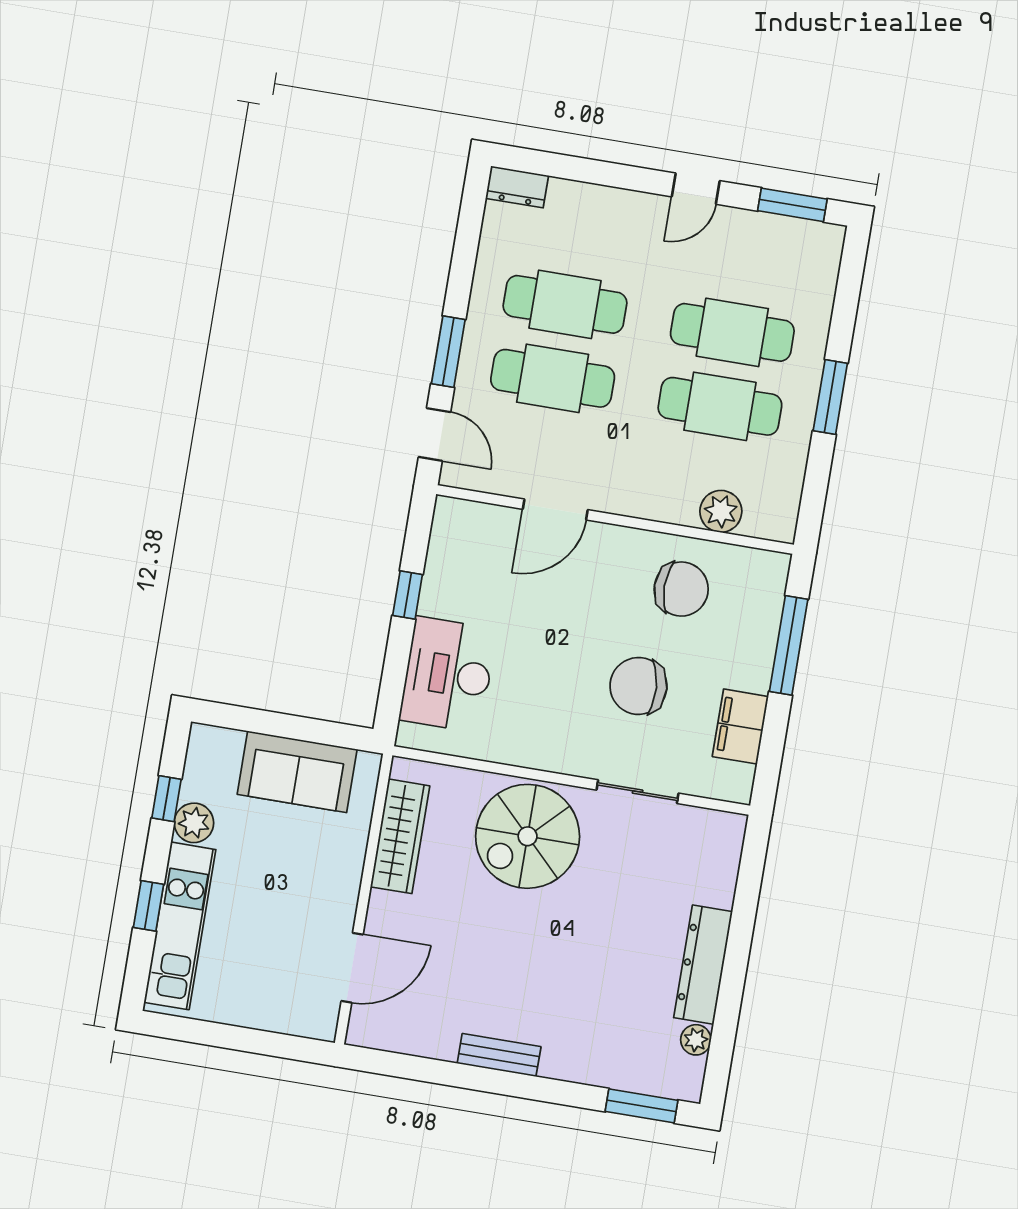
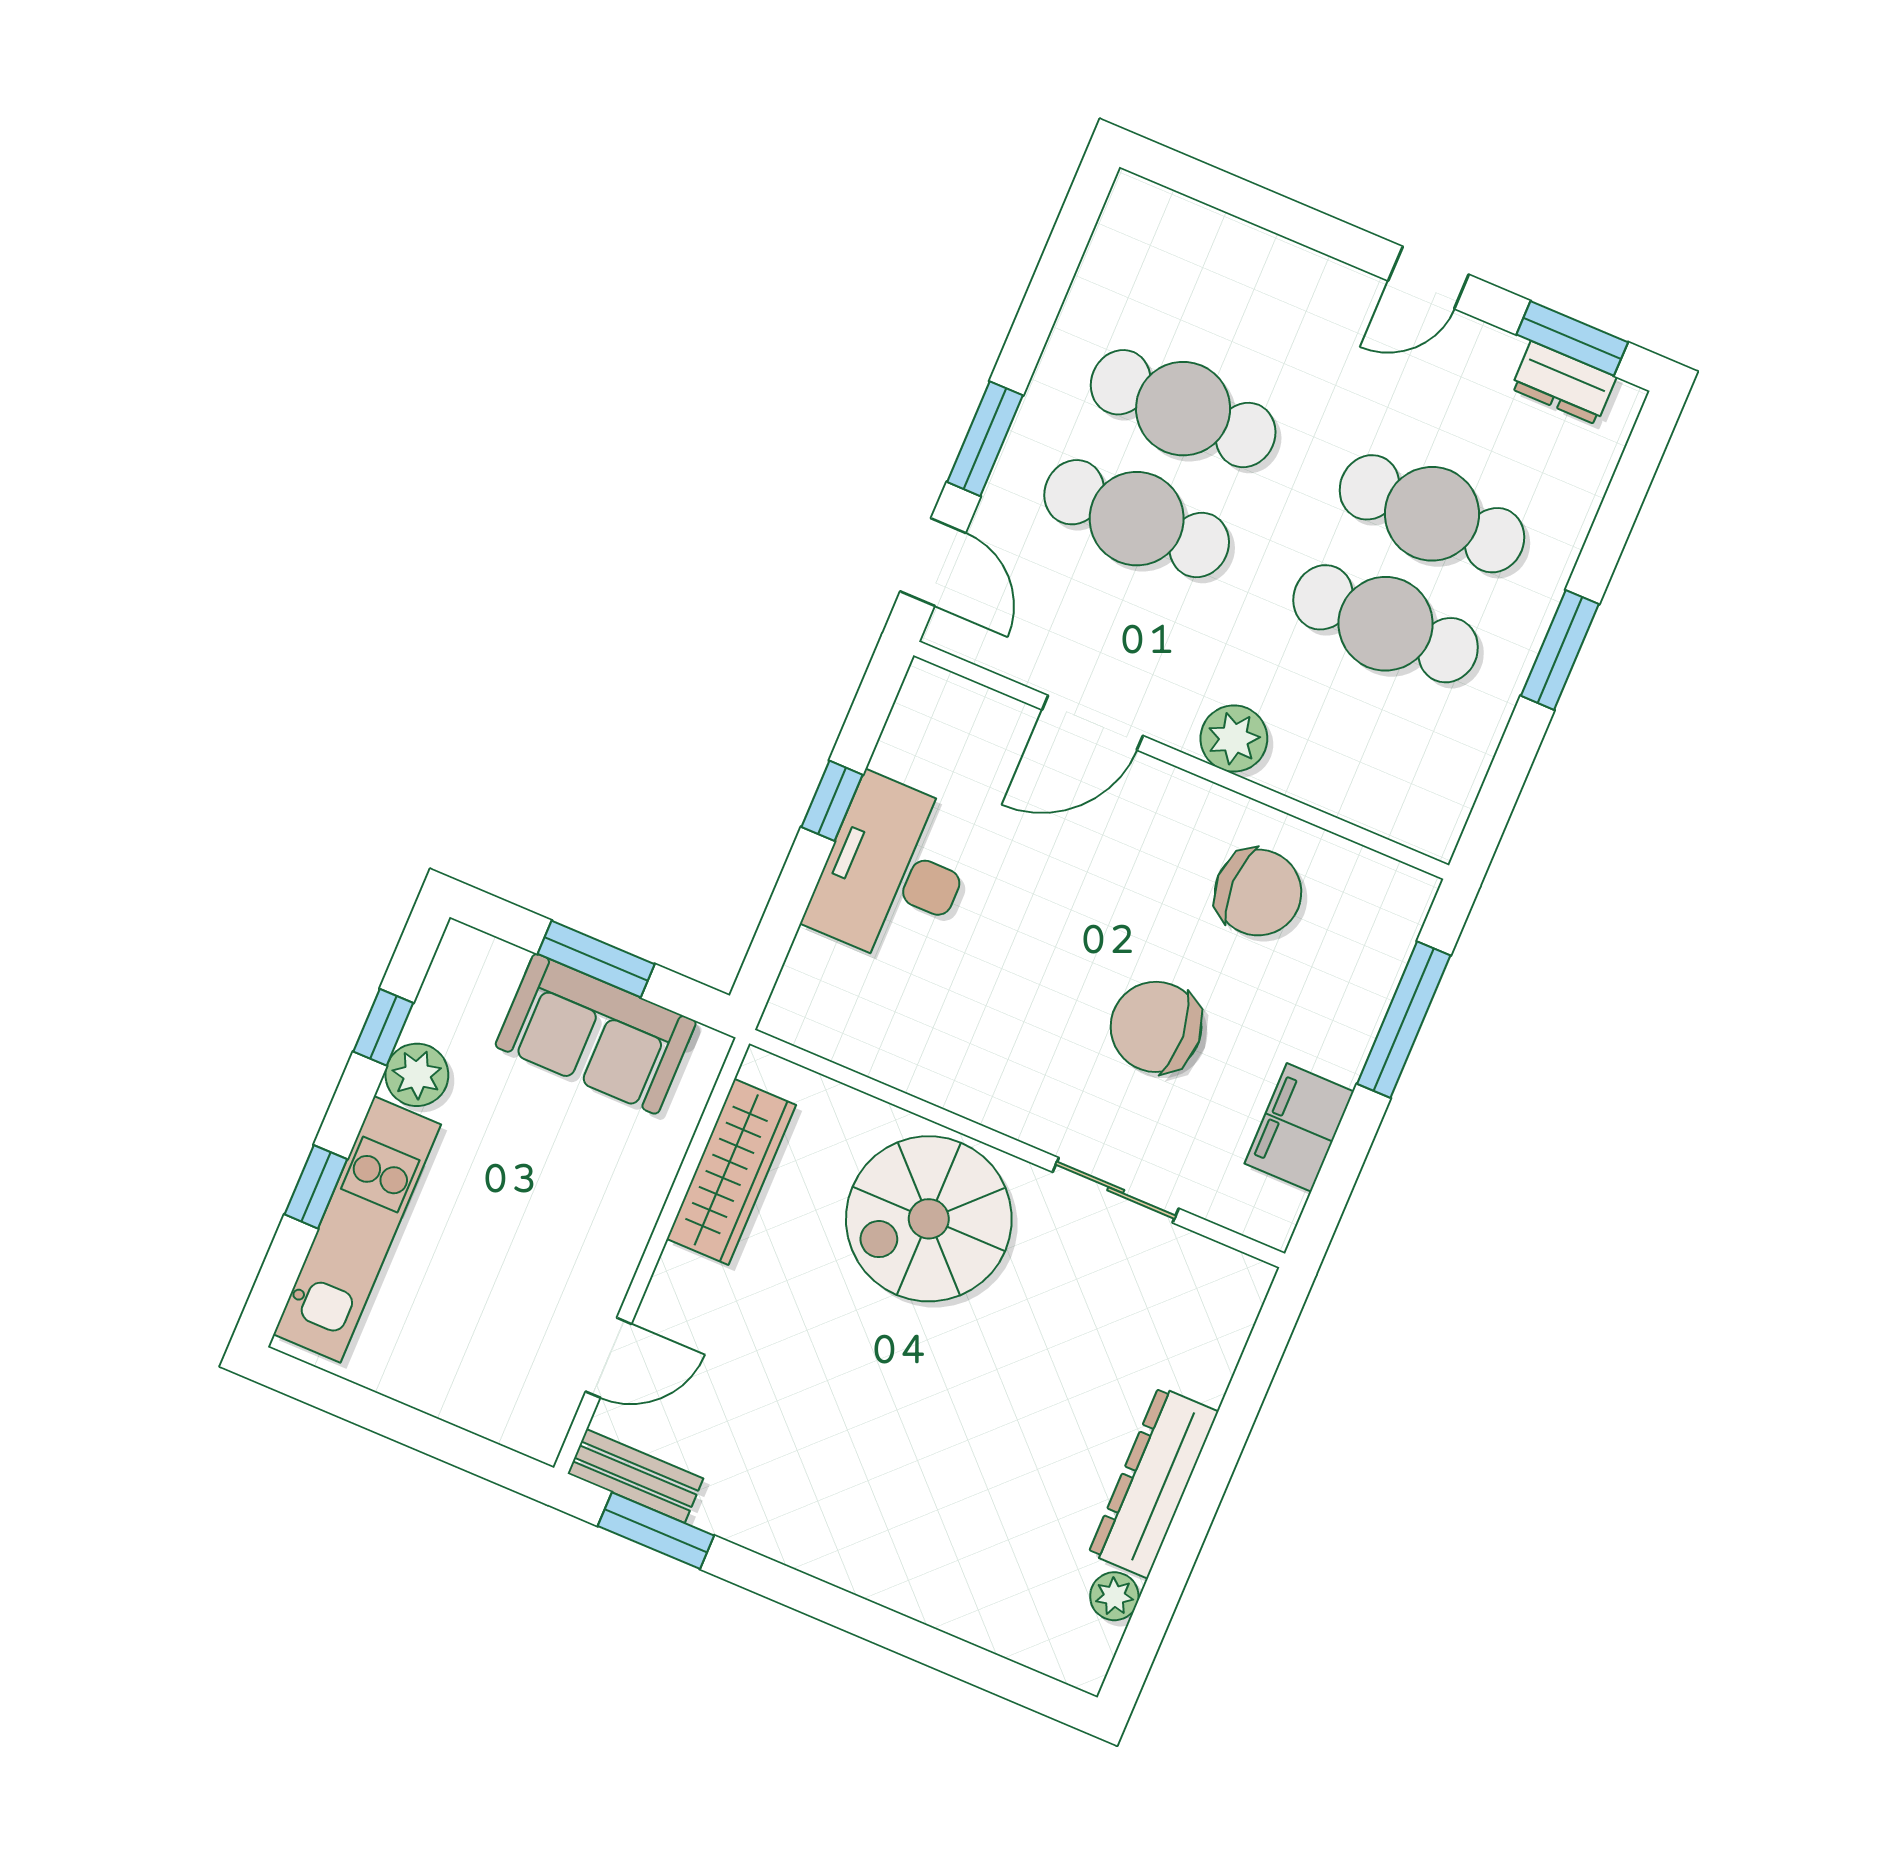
dresser: (517, 187) -> (1564, 383), moved
plant: (721, 511) -> (1234, 739), moved
desk: (448, 674) -> (893, 872), moved
window: (287, 726) -> (596, 959), added
door: (352, 968) -> (609, 1358), width x0.73
bench: (499, 1055) -> (635, 1476), moved
window: (642, 1106) -> (656, 1531), moved

